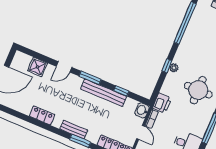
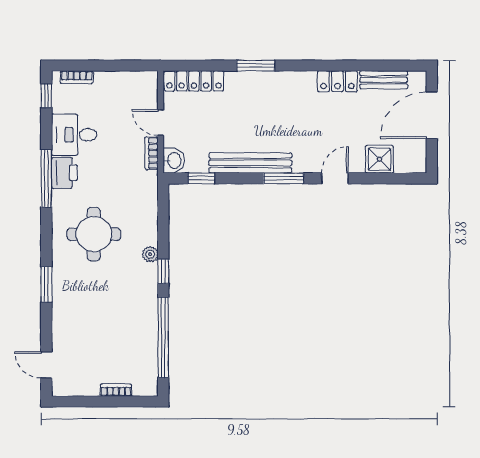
window: (167, 66) -> (163, 271), moved
window: (121, 91) -> (201, 178), moved
printer: (162, 103) -> (64, 173), moved, turned 180
bench: (74, 130) -> (384, 80), moved

